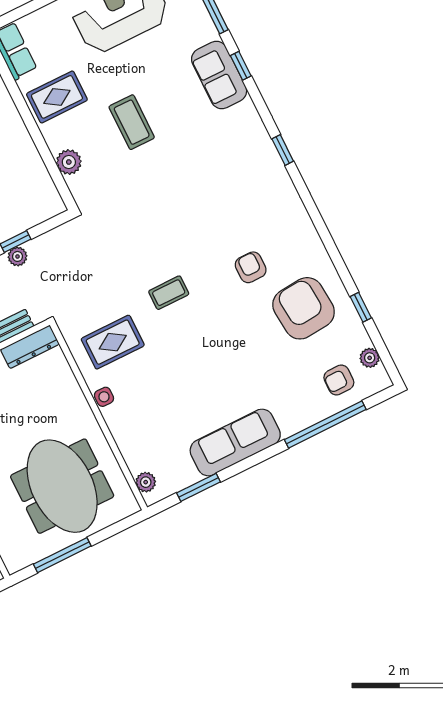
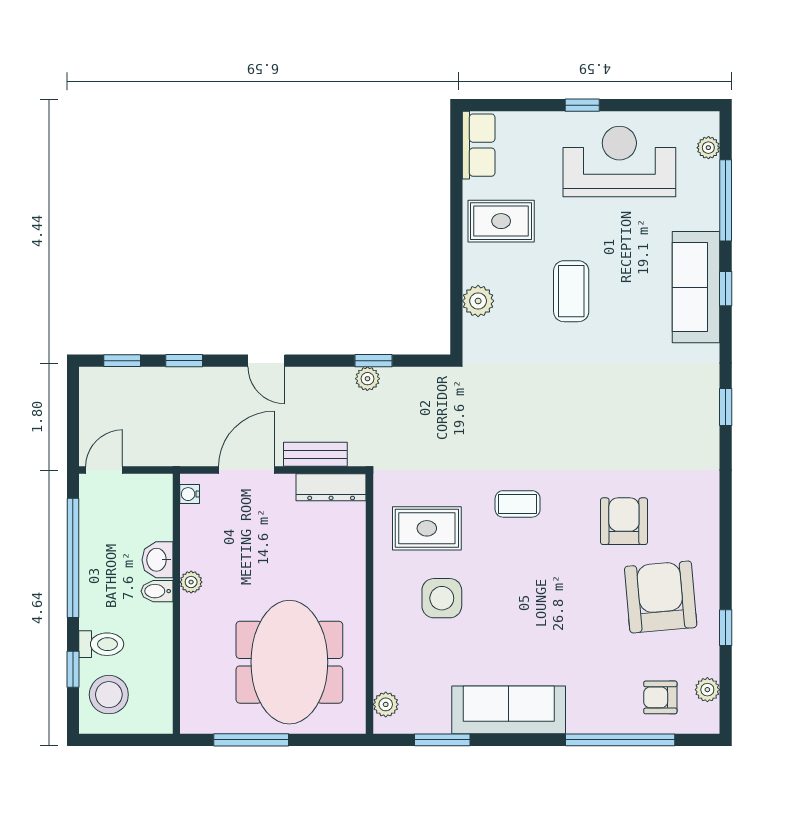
sofa: (219, 75) -> (696, 287), width x1.36
armchair: (251, 267) -> (624, 521), width x1.38, depth x1.38
side table: (104, 397) -> (442, 598), moved, width x1.87, depth x1.87

